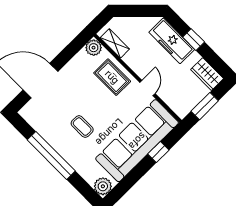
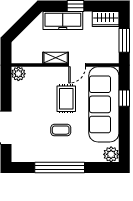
shelving: (115, 43) -> (56, 58), moved
rug: (112, 77) -> (66, 99), moved, turned 90
door: (147, 88) -> (77, 65), swing flipped

